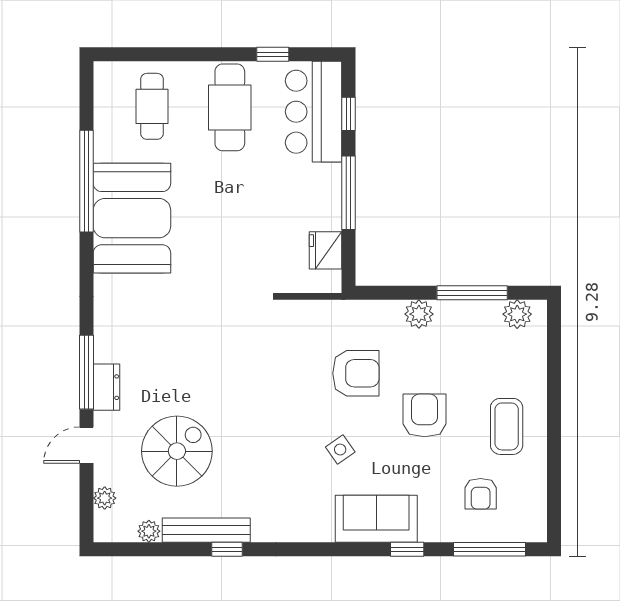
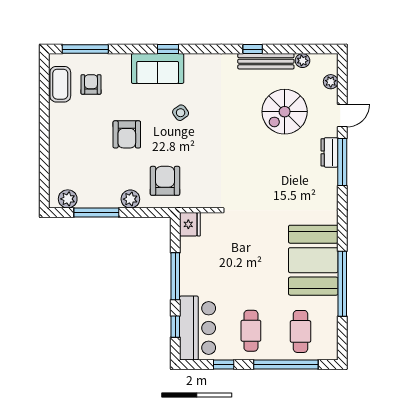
window: (175, 54) -> (286, 365), added
cafe table: (230, 107) -> (251, 331), width x0.73, depth x0.74
fridge: (326, 250) -> (190, 224), moved
armchair: (356, 373) -> (165, 181), moved, turned 90
coffee table: (507, 426) -> (60, 84), moved
window: (407, 549) -> (168, 49), moved

